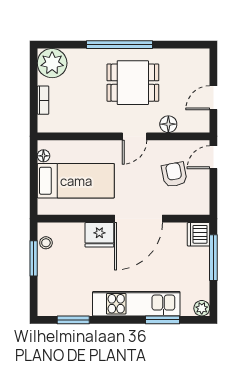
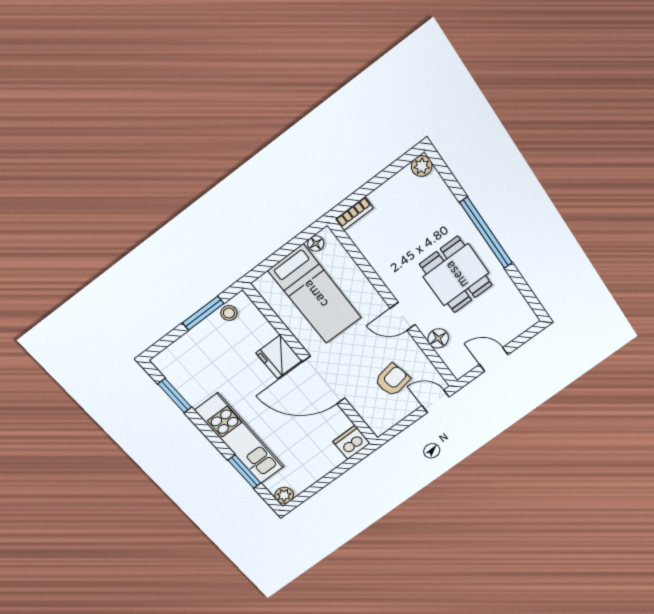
plant: (52, 63) -> (422, 166), width x0.53, depth x0.53
bookcase: (43, 100) -> (354, 214), moved
window: (213, 258) -> (340, 470), removed

